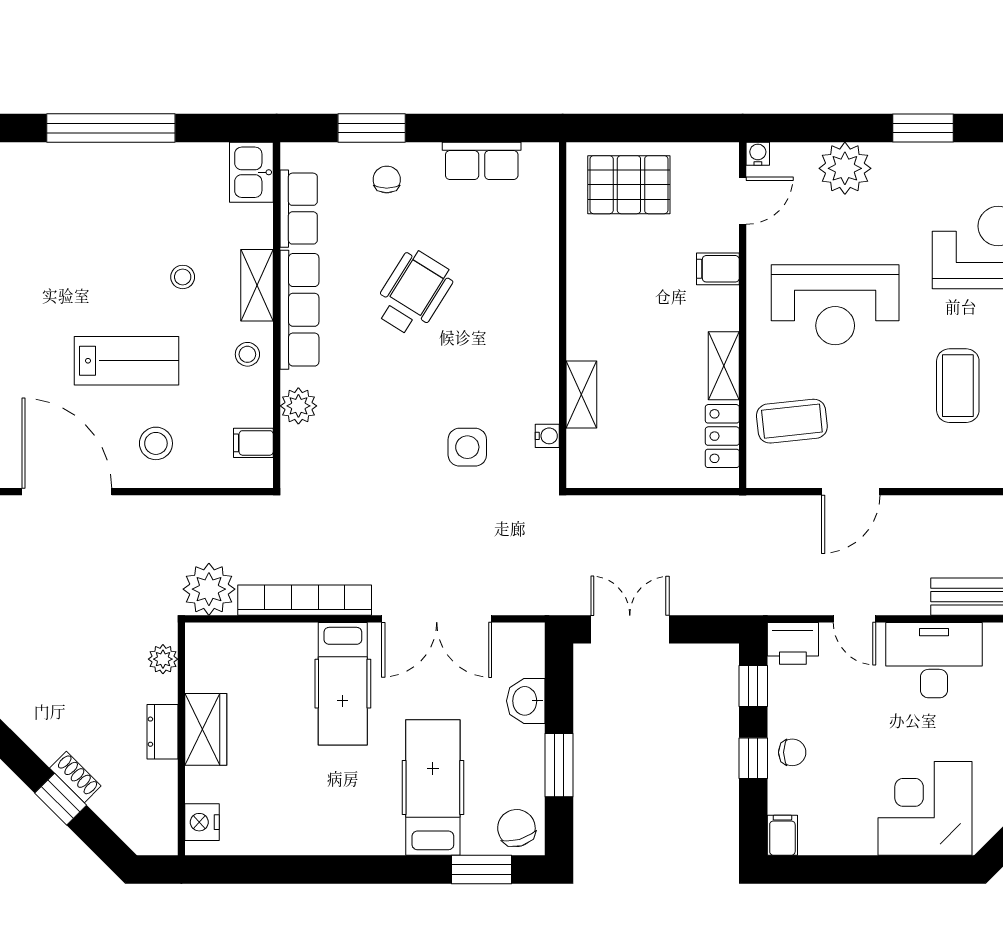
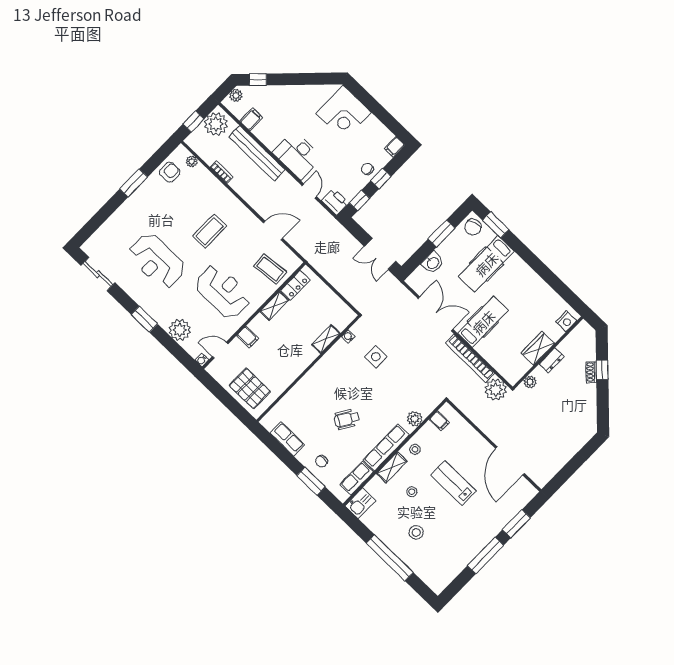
wheelchair: (413, 293) -> (347, 419), width x0.73, depth x0.73
stool: (156, 443) -> (416, 532), moved

